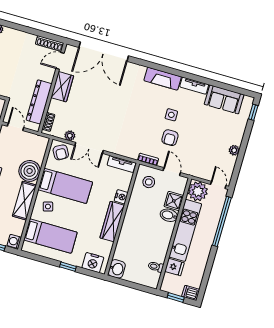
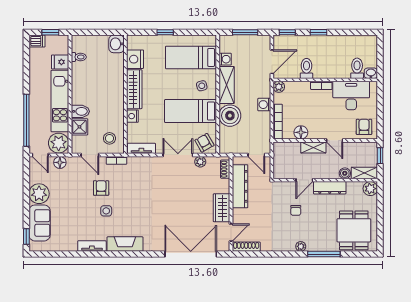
sofa: (224, 99) -> (40, 223), moved, turned 90
plant: (234, 150) -> (39, 194), width x1.87, depth x1.87
floor lamp: (202, 173) -> (60, 162), added
washing machine: (14, 241) -> (225, 59), moved
nightstand: (93, 263) -> (135, 59), moved, turned -90

